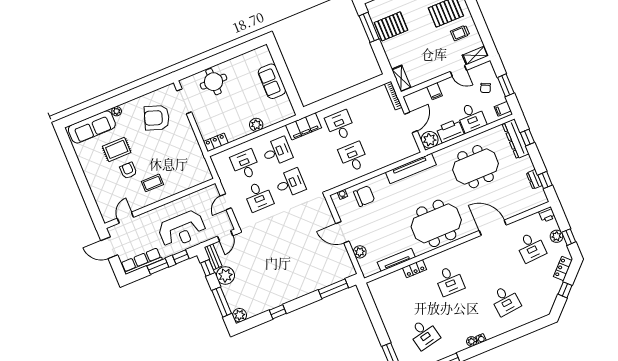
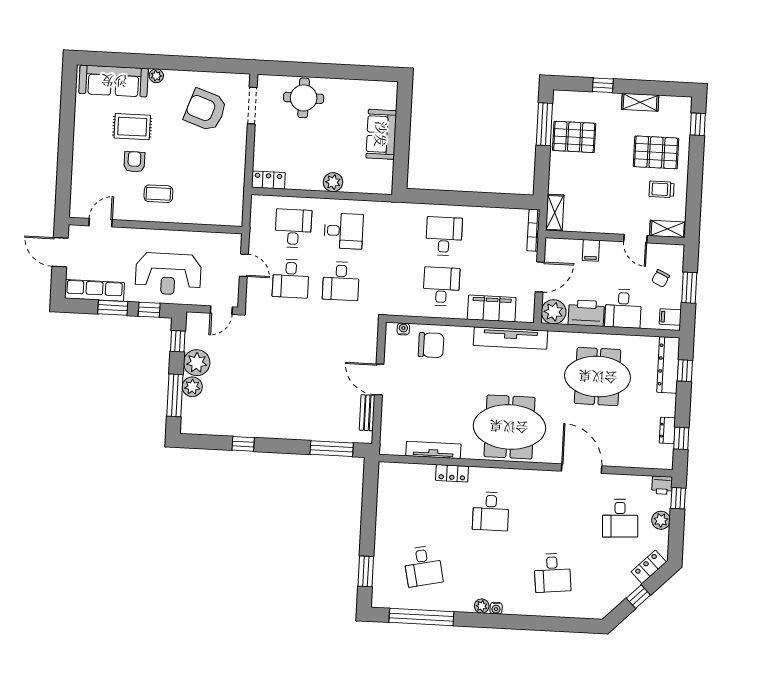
filing cabinet: (304, 126) -> (492, 308), moved, turned 180
desk: (290, 183) -> (341, 281), turned 90
door: (226, 202) -> (244, 265), swing flipped
window: (569, 237) -> (678, 498), moved
plant: (360, 252) -> (390, 416), removed
bench: (213, 257) -> (367, 413), moved
plant: (240, 315) -> (192, 387), moved

